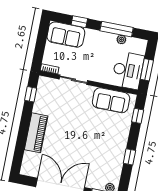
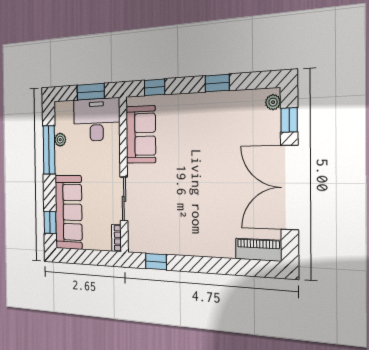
window: (79, 22) -> (50, 222), moved
sofa: (66, 35) -> (69, 212), width x1.36
piano: (36, 133) -> (258, 250), moved, width x0.73, depth x0.75

